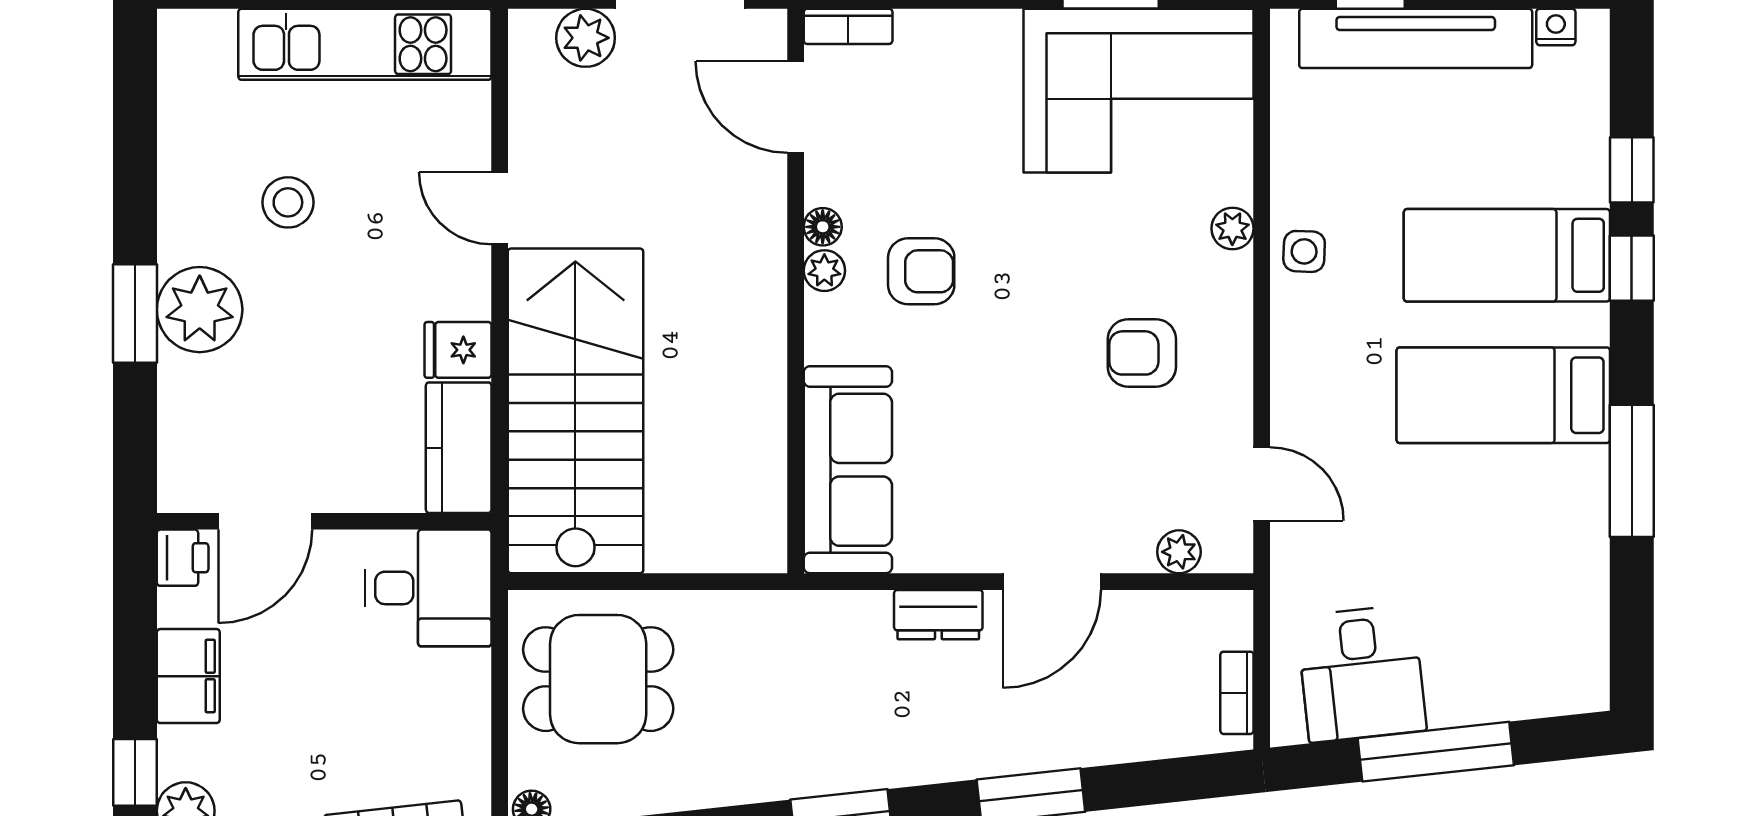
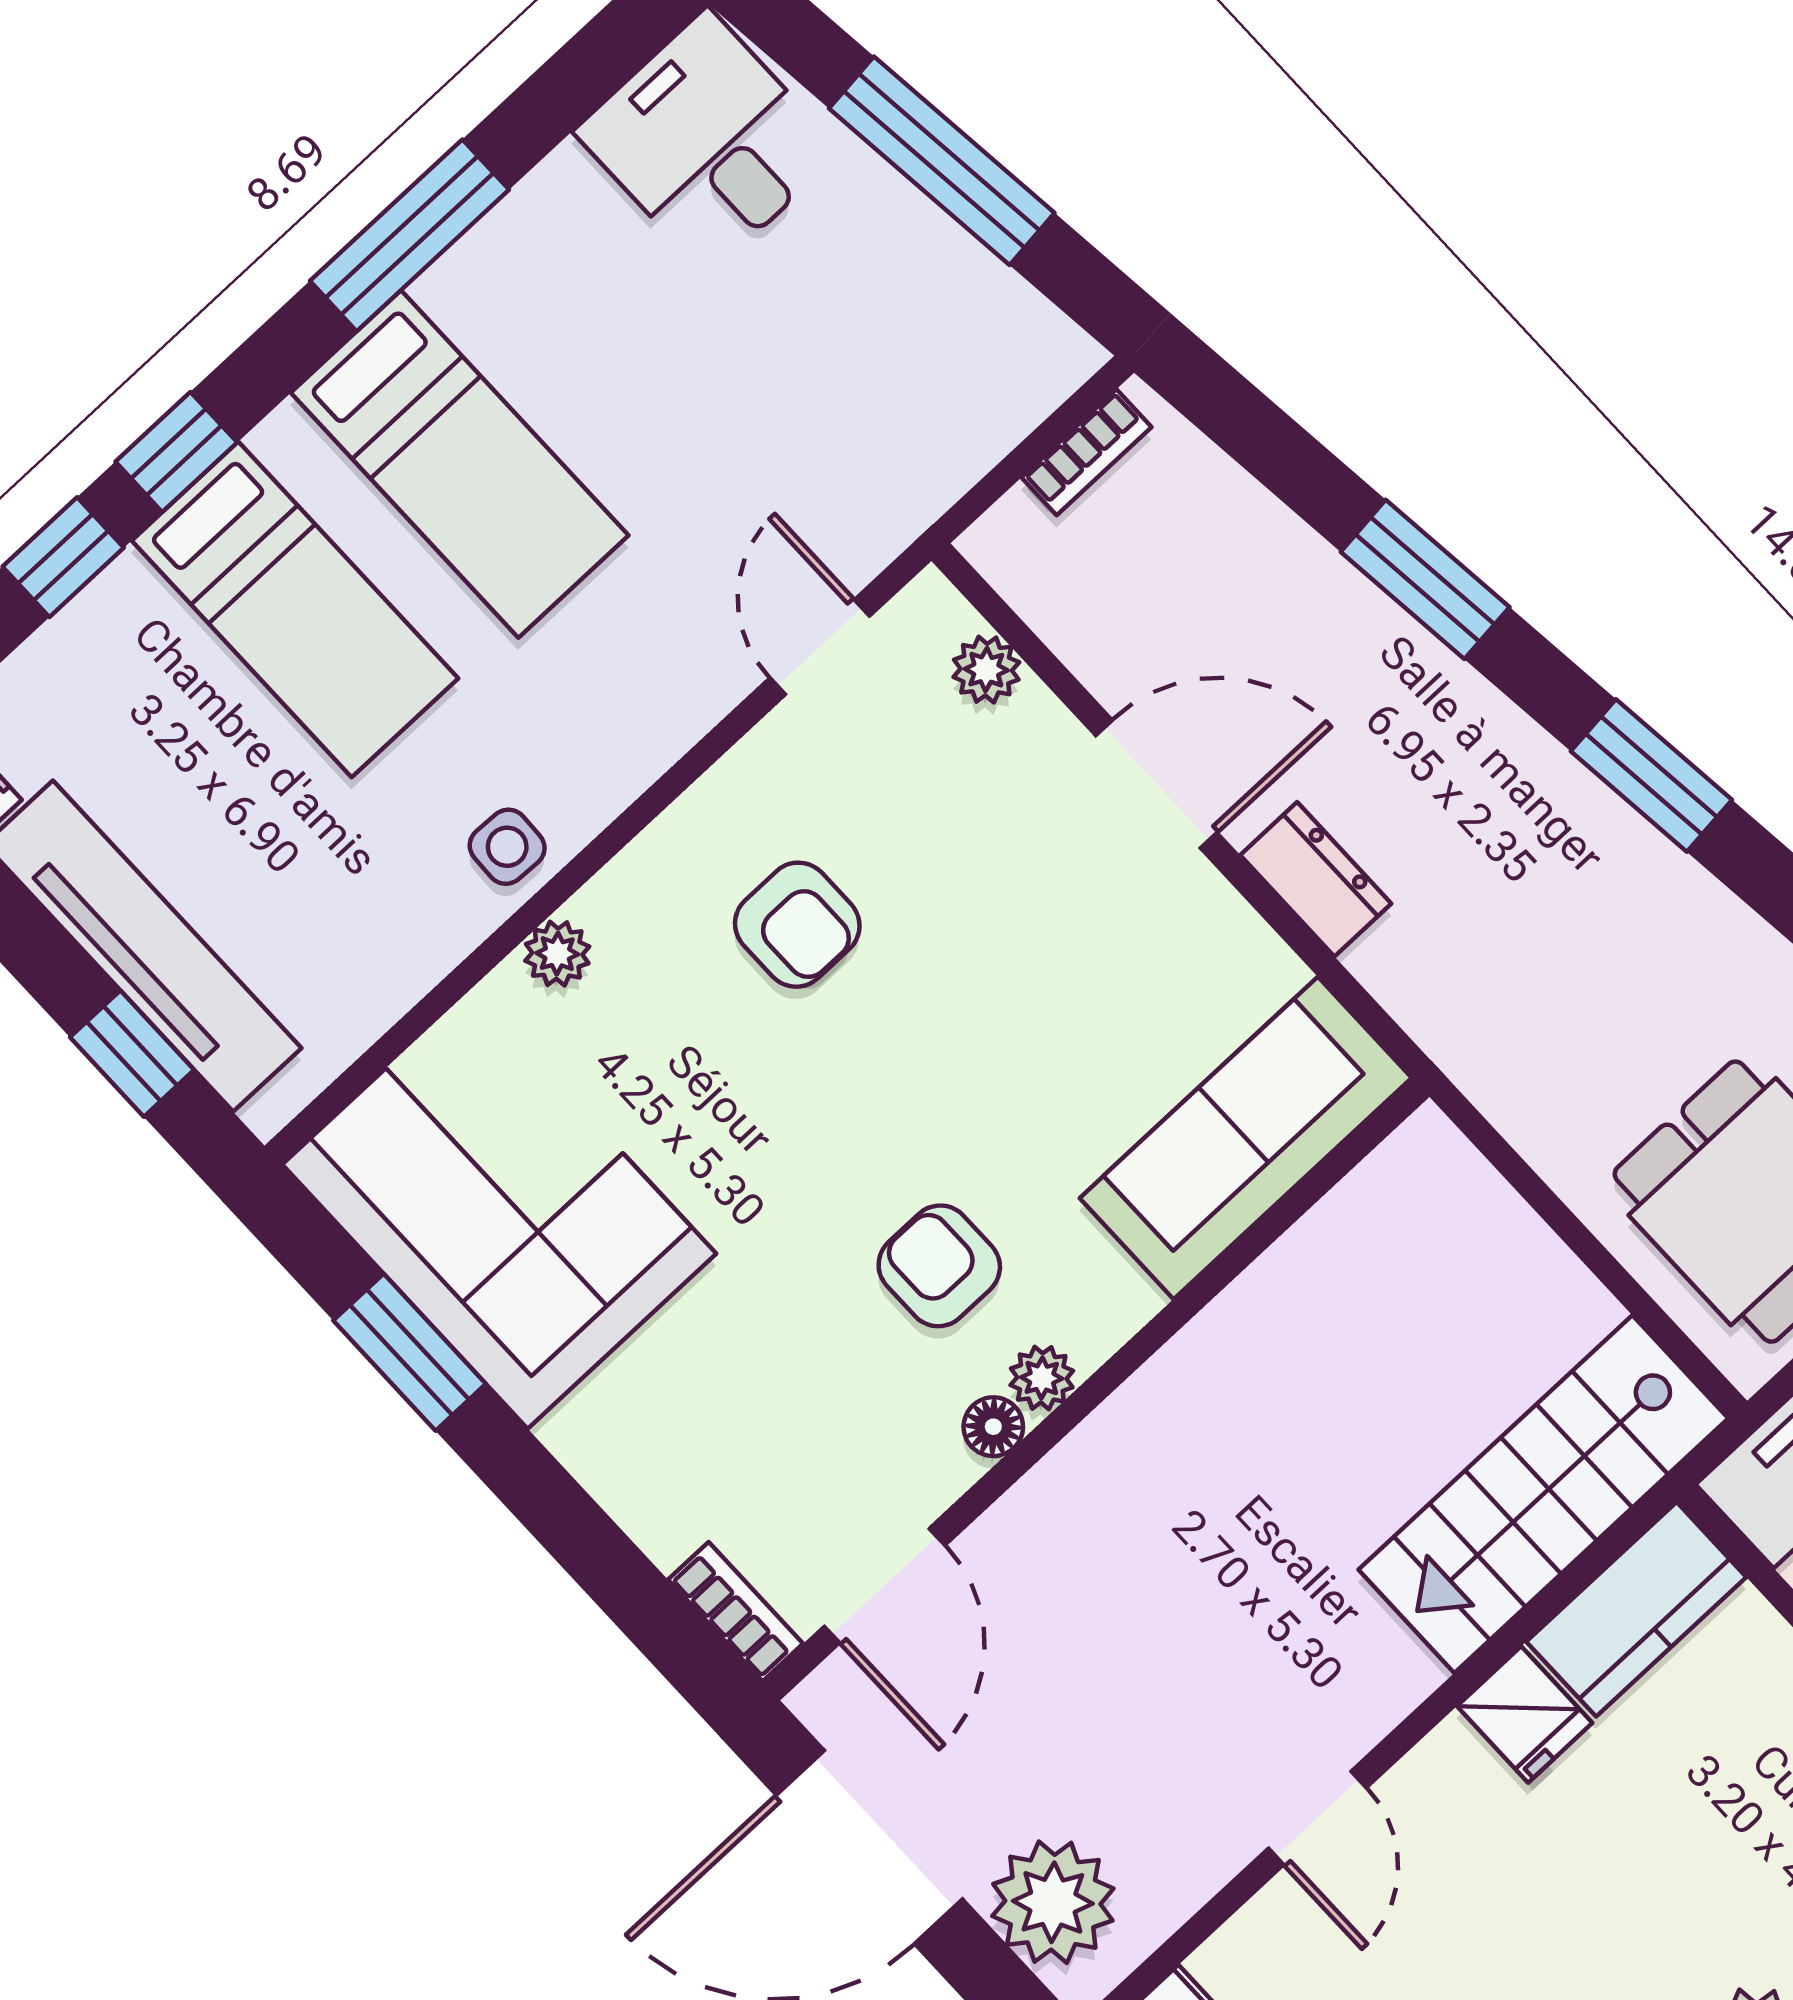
plant: (586, 38) -> (1053, 1902), width x1.36, depth x1.36
stairs: (575, 411) -> (1543, 1494), width x0.73, depth x0.66
desk: (1361, 674) -> (708, 142), moved, turned -84

